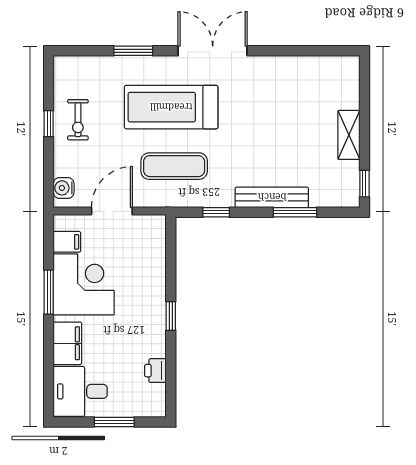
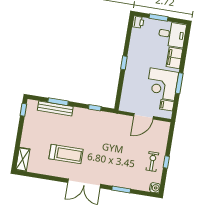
treadmill: (171, 107) -> (66, 154), moved, width x0.73, depth x0.73
shelving: (349, 135) -> (23, 159), moved
exercise mat: (174, 166) -> (111, 132), removed
water cooler: (64, 188) -> (155, 188), moved
bench: (272, 197) -> (55, 108), moved
printer: (155, 371) -> (138, 22), moved

